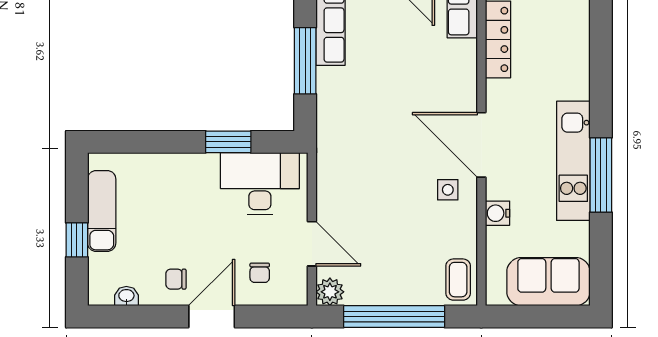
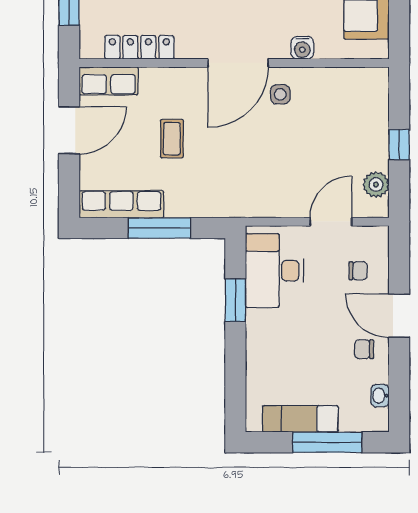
window: (77, 240) -> (327, 442), width x2.17
chair: (176, 279) -> (364, 349), turned 90
coffee table: (458, 280) -> (172, 139), moved, turned 90
plant: (330, 292) -> (376, 185), moved
window: (394, 316) -> (399, 145), width x0.32

